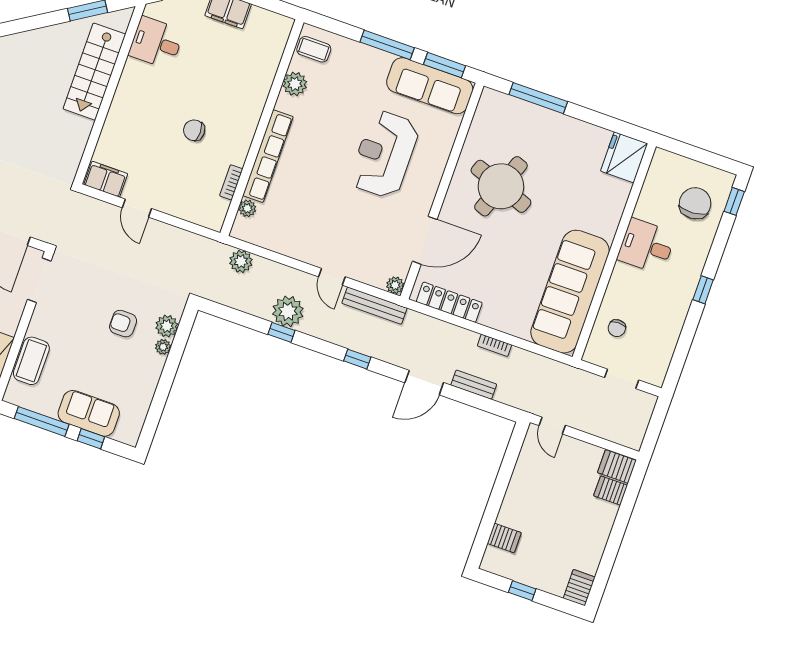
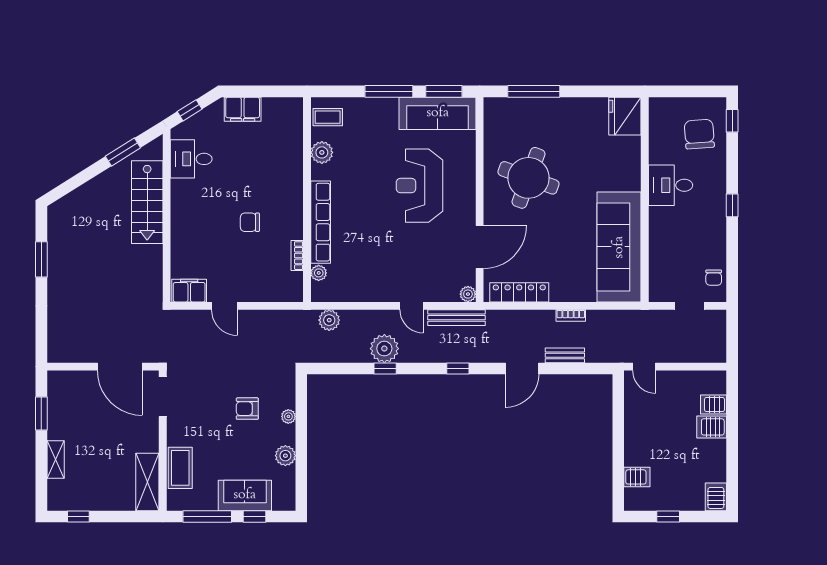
plant: (167, 326) -> (285, 456), moved
chair: (617, 328) -> (714, 278), moved
server rack: (617, 466) -> (712, 427), moved

